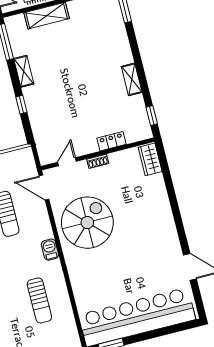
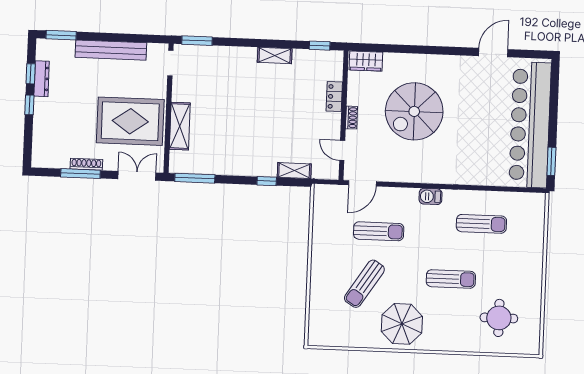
shelving: (24, 71) -> (294, 171), moved
spiral stairs: (87, 223) -> (414, 111), moved, turned -90

